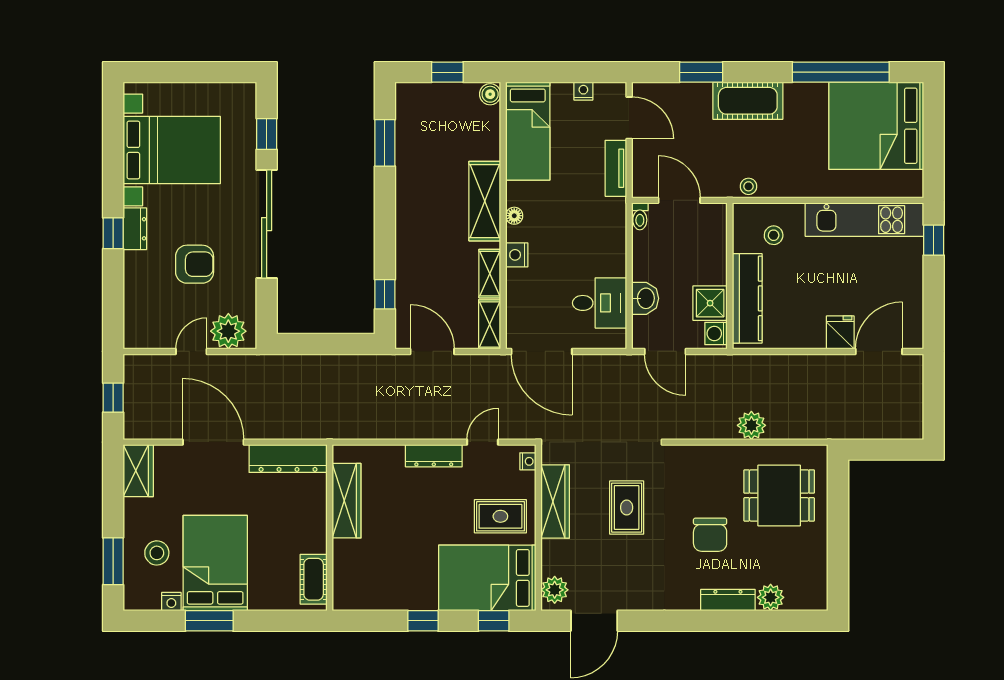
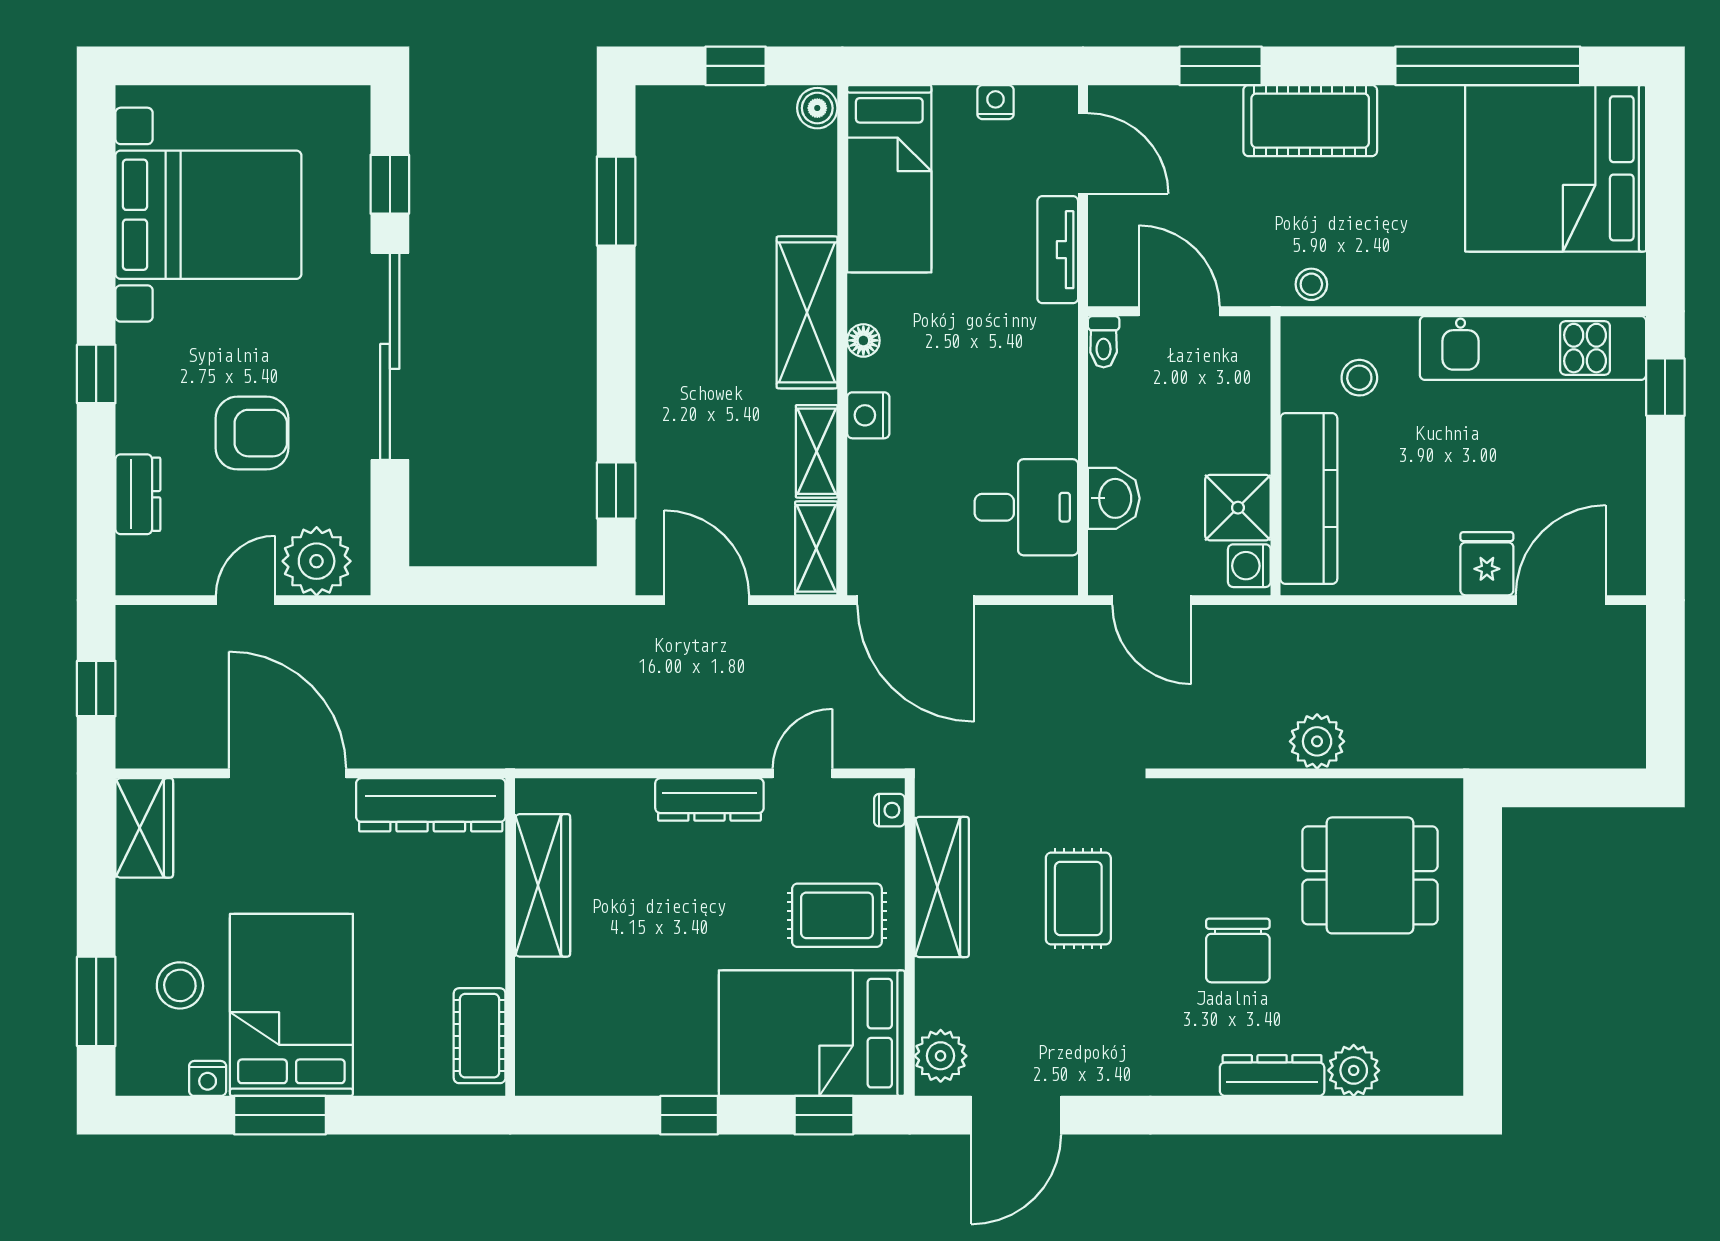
dresser: (135, 229) -> (138, 494), moved

